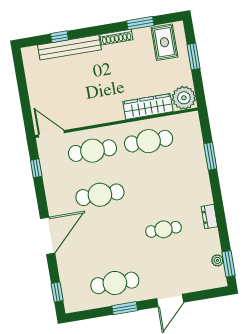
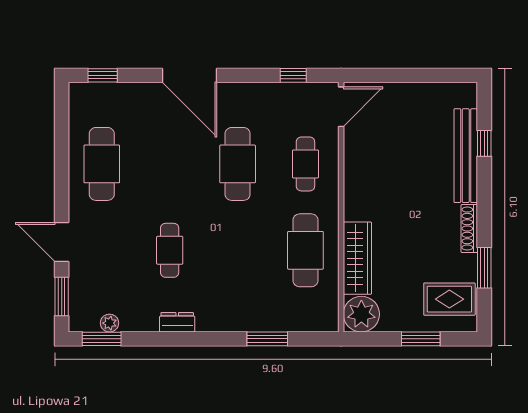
cafe table: (92, 151) -> (305, 164), width x0.73, depth x0.74
window: (125, 308) -> (62, 297), moved

